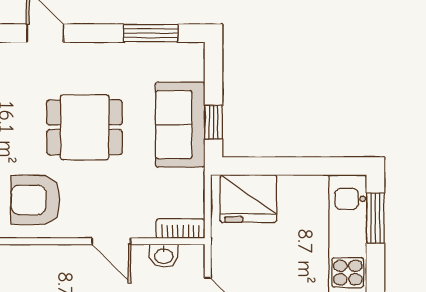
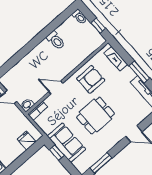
fridge: (248, 199) -> (27, 140), width x0.53, depth x0.75
washbasin: (164, 256) -> (27, 105), moved

